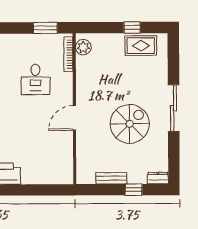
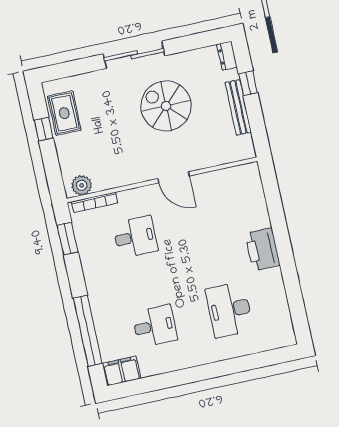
bench: (111, 178) -> (238, 107), width x1.36

